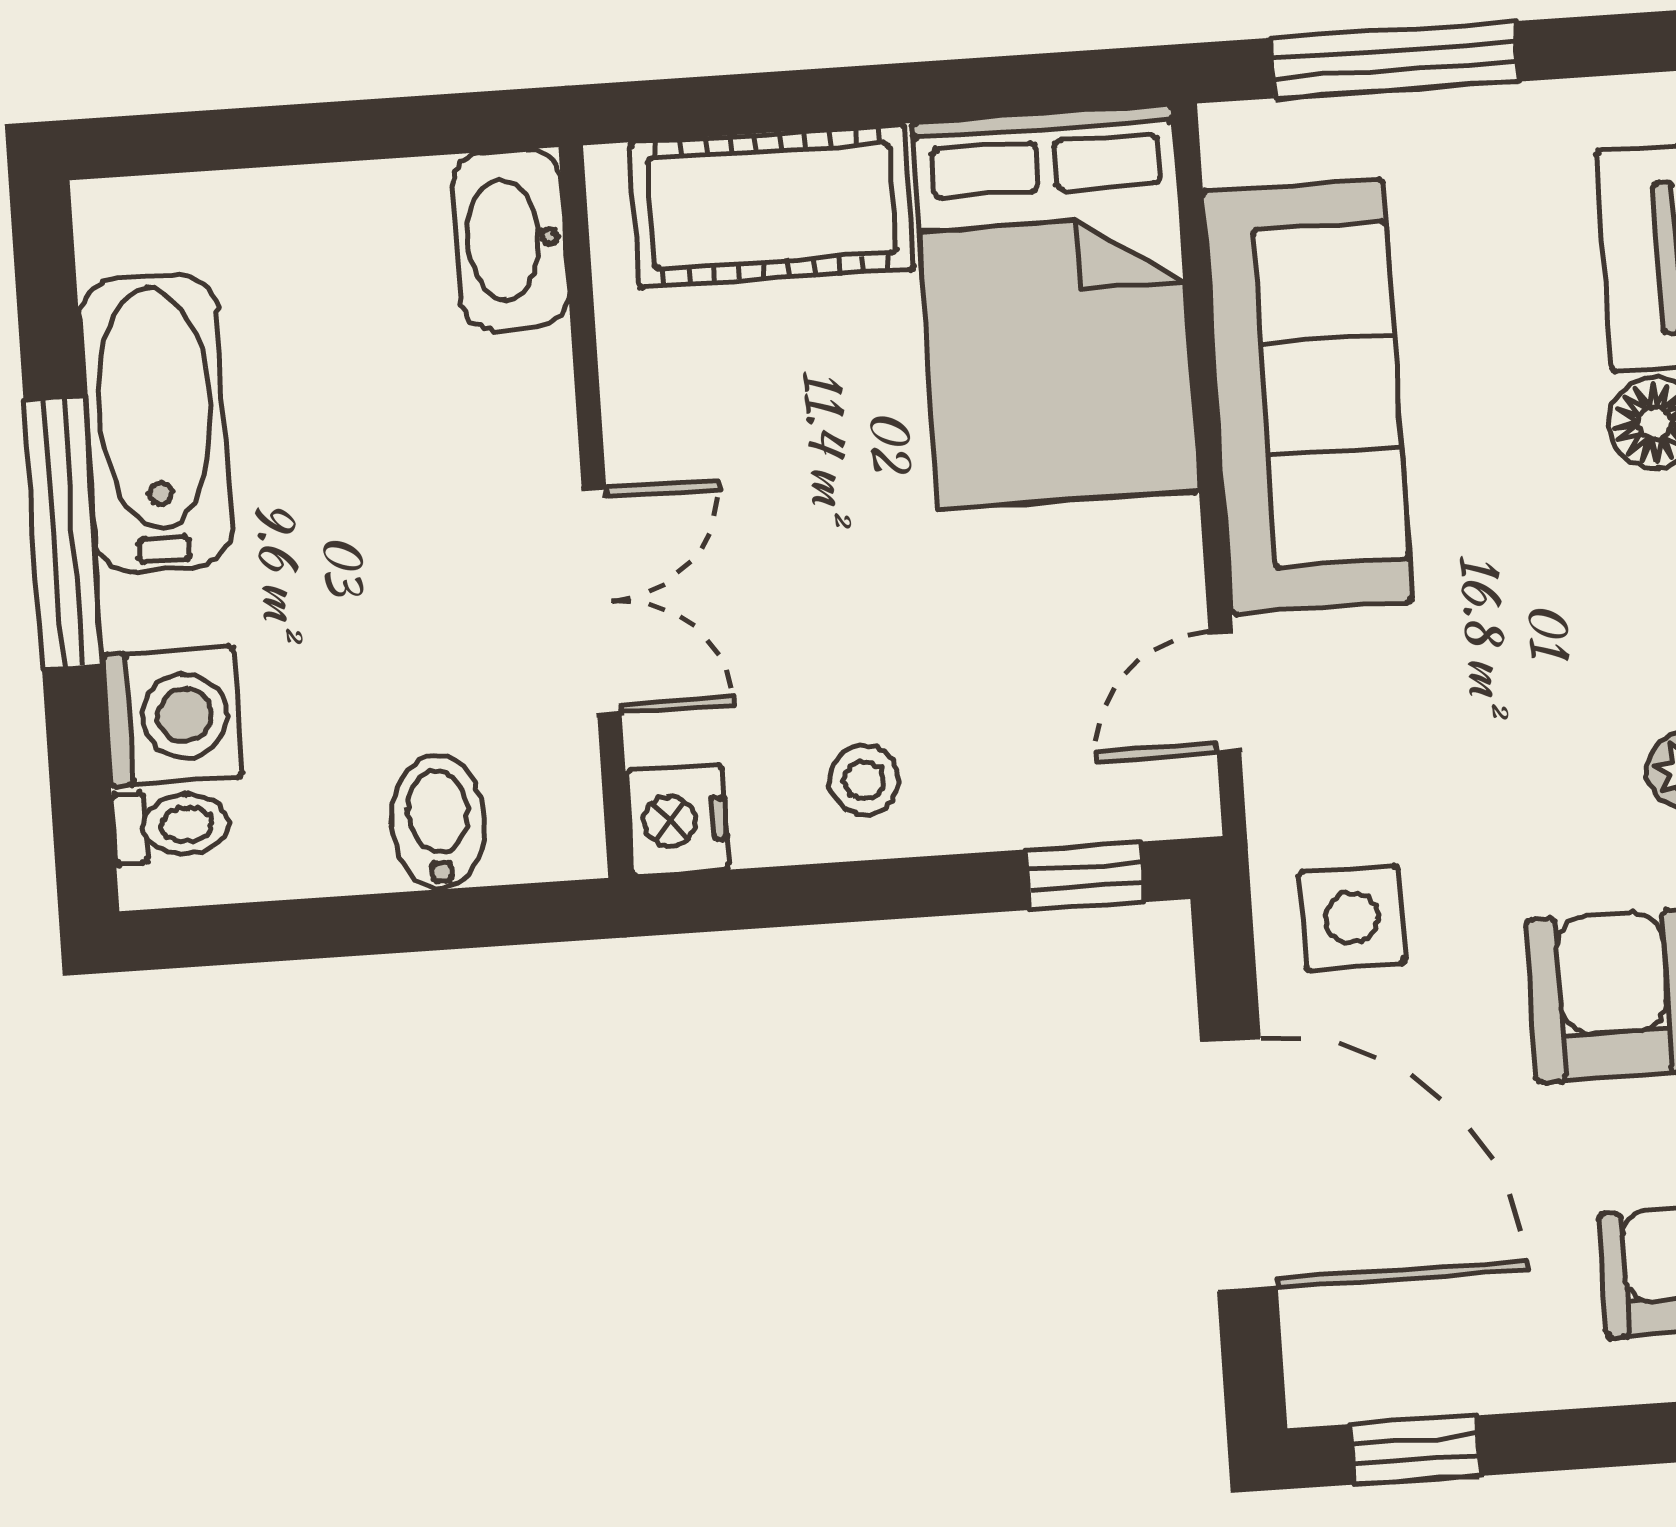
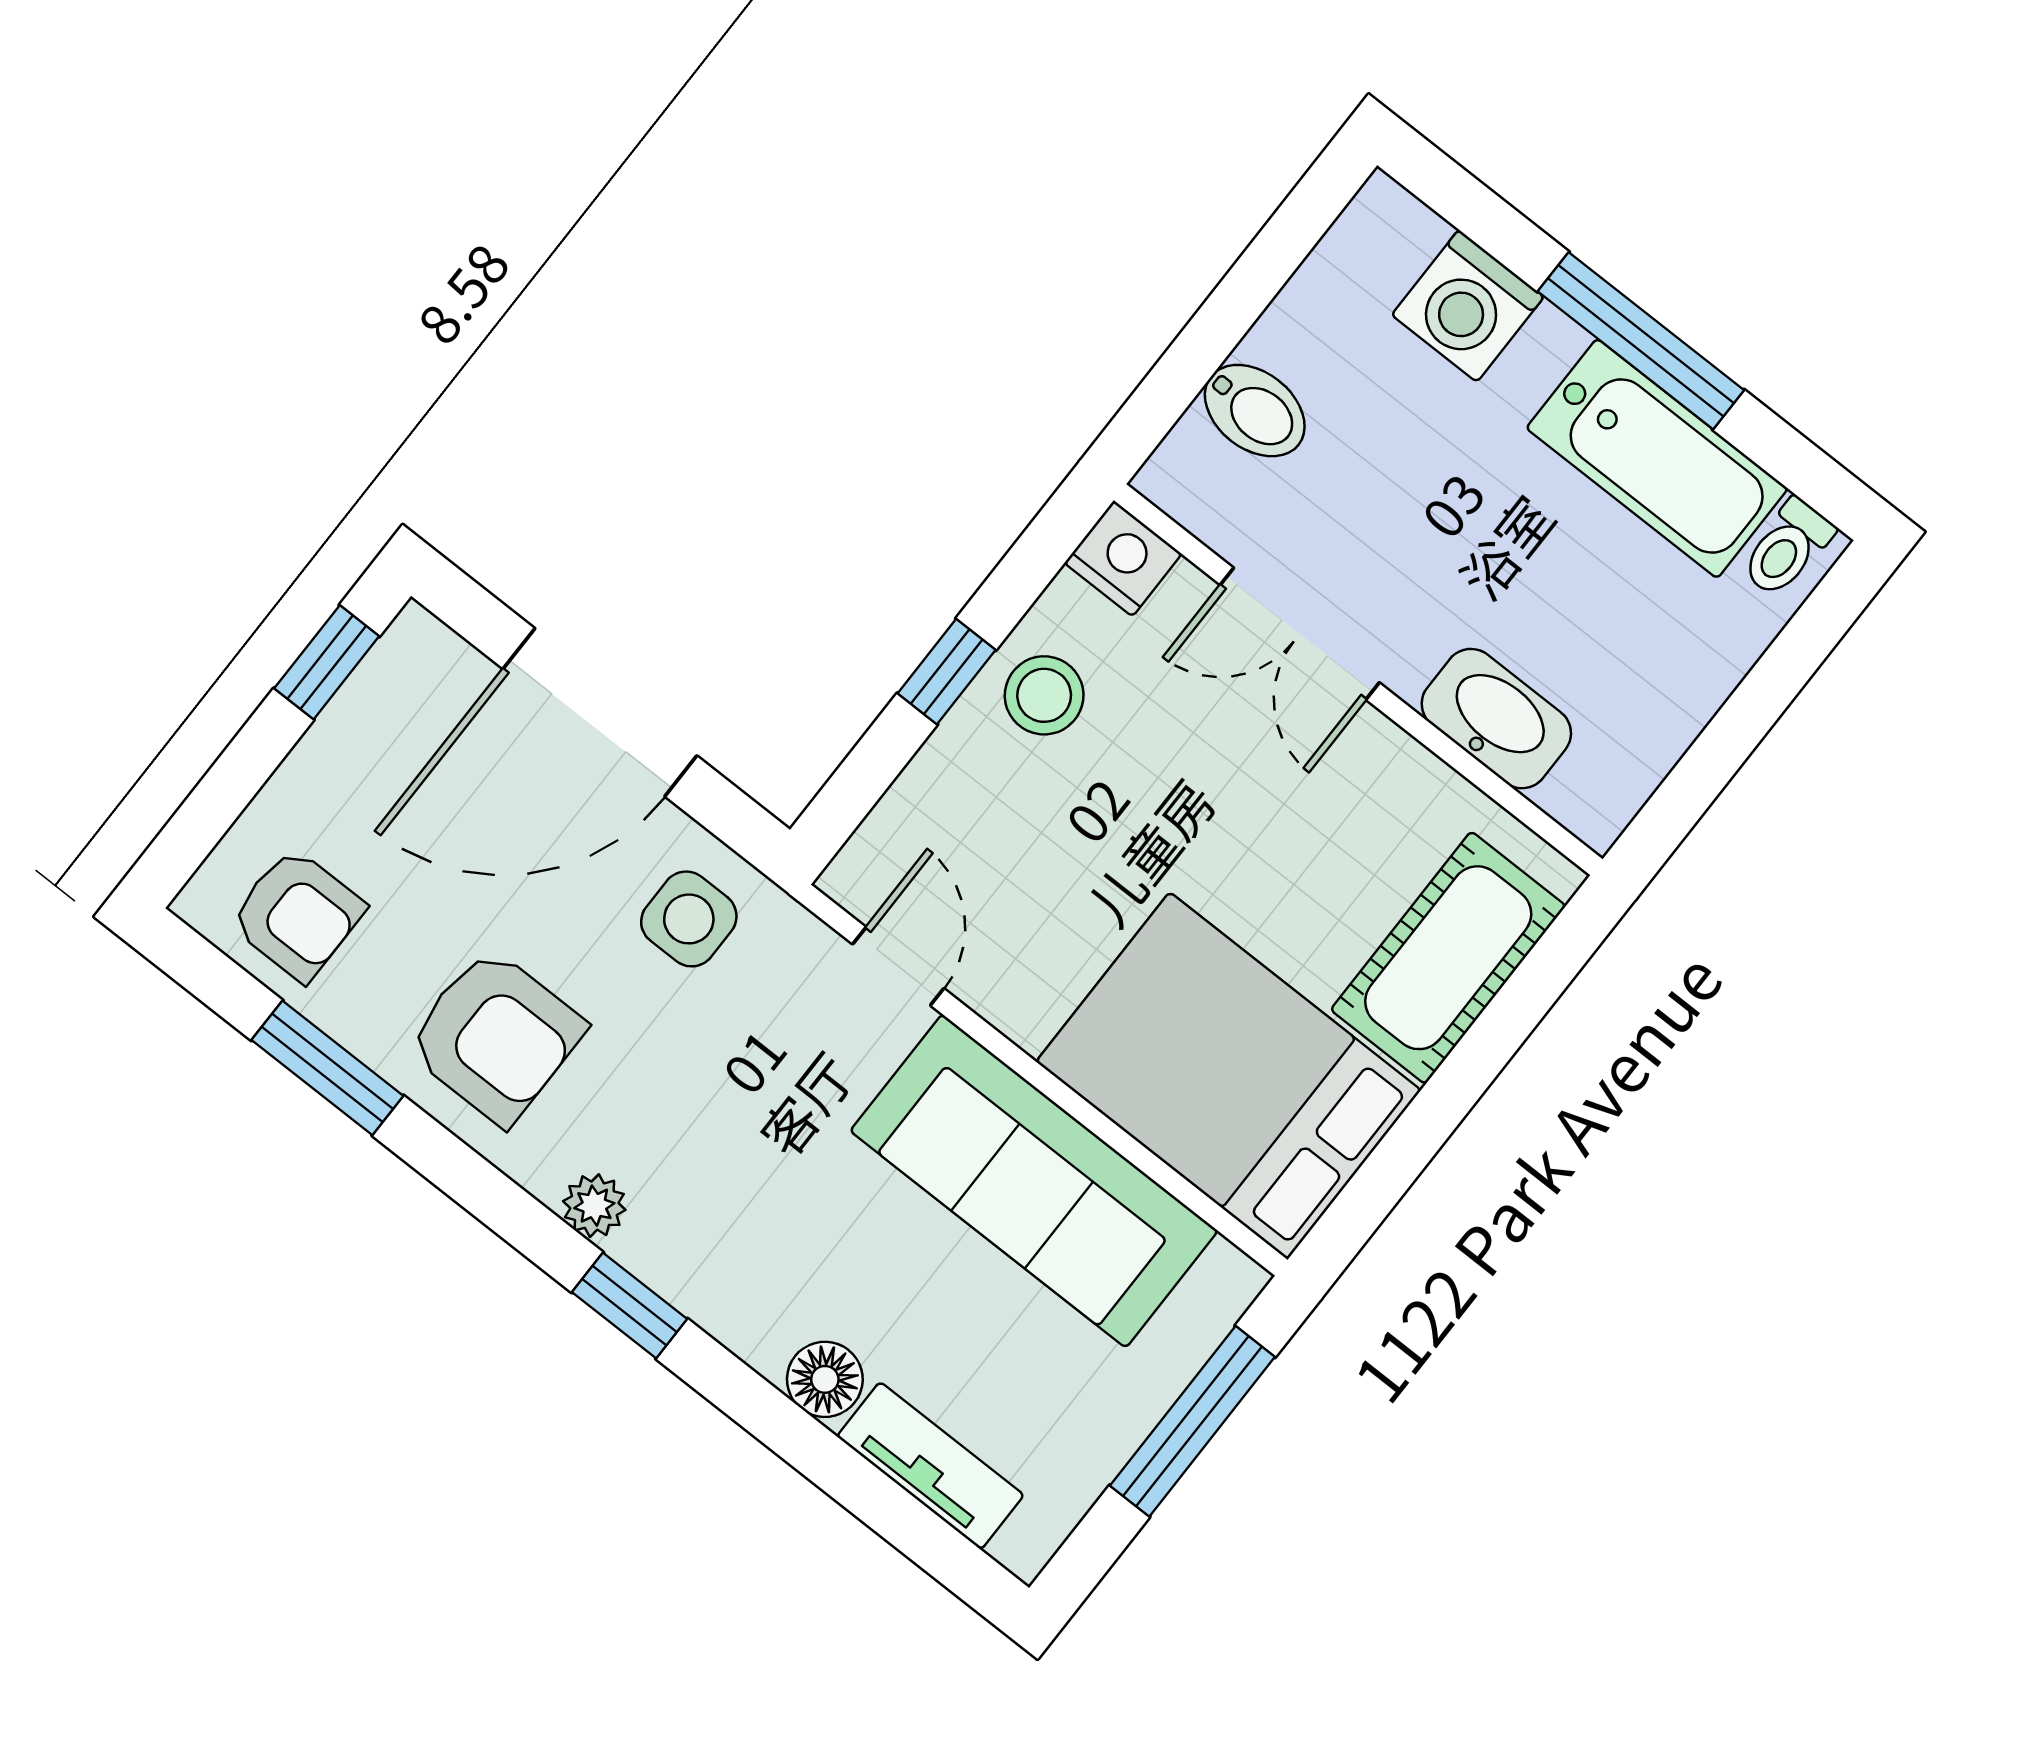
washbasin: (511, 239) -> (1496, 719), moved
stool: (864, 780) -> (1044, 695), width x1.37, depth x1.37
toilet: (171, 826) -> (1787, 548), moved
window: (1086, 876) -> (947, 672), moved

